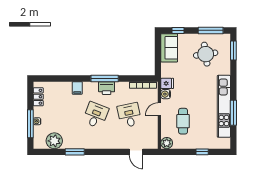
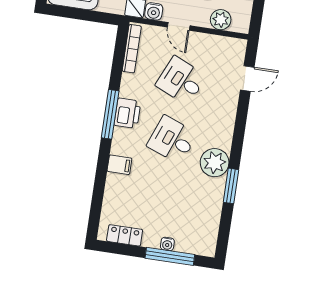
desk: (129, 115) -> (181, 81), turned 36
plant: (54, 141) -> (215, 163), moved
plant: (167, 143) -> (221, 20), moved

